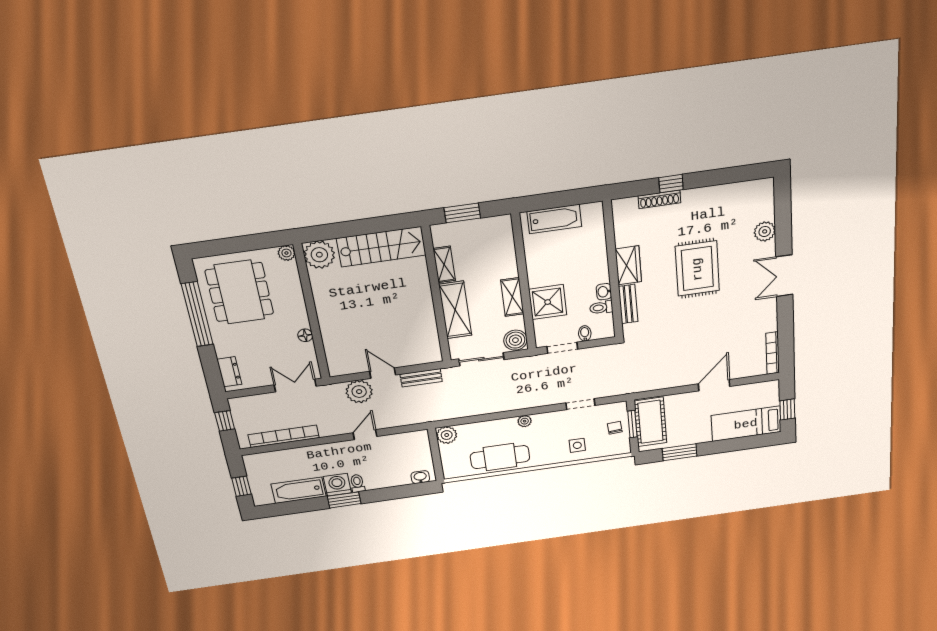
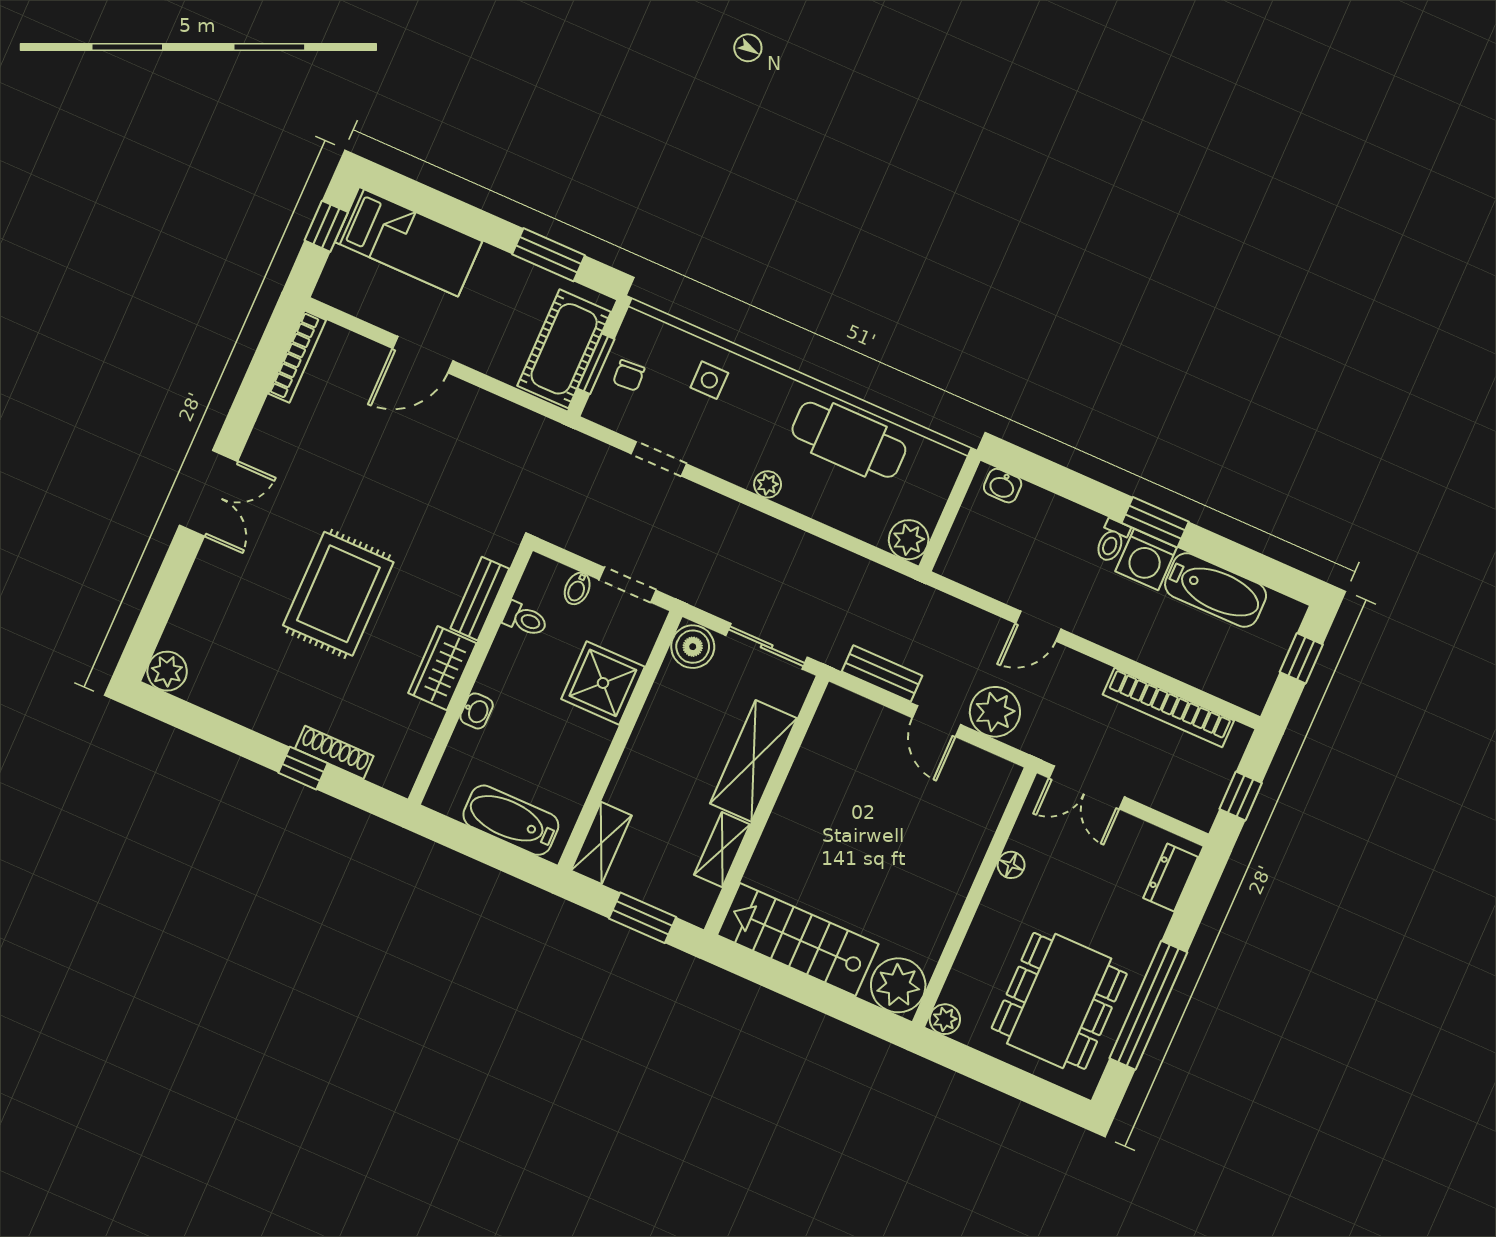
plant: (765, 231) -> (167, 671), moved
washbasin: (604, 292) -> (477, 711), moved
shelving: (512, 297) -> (601, 843), moved

